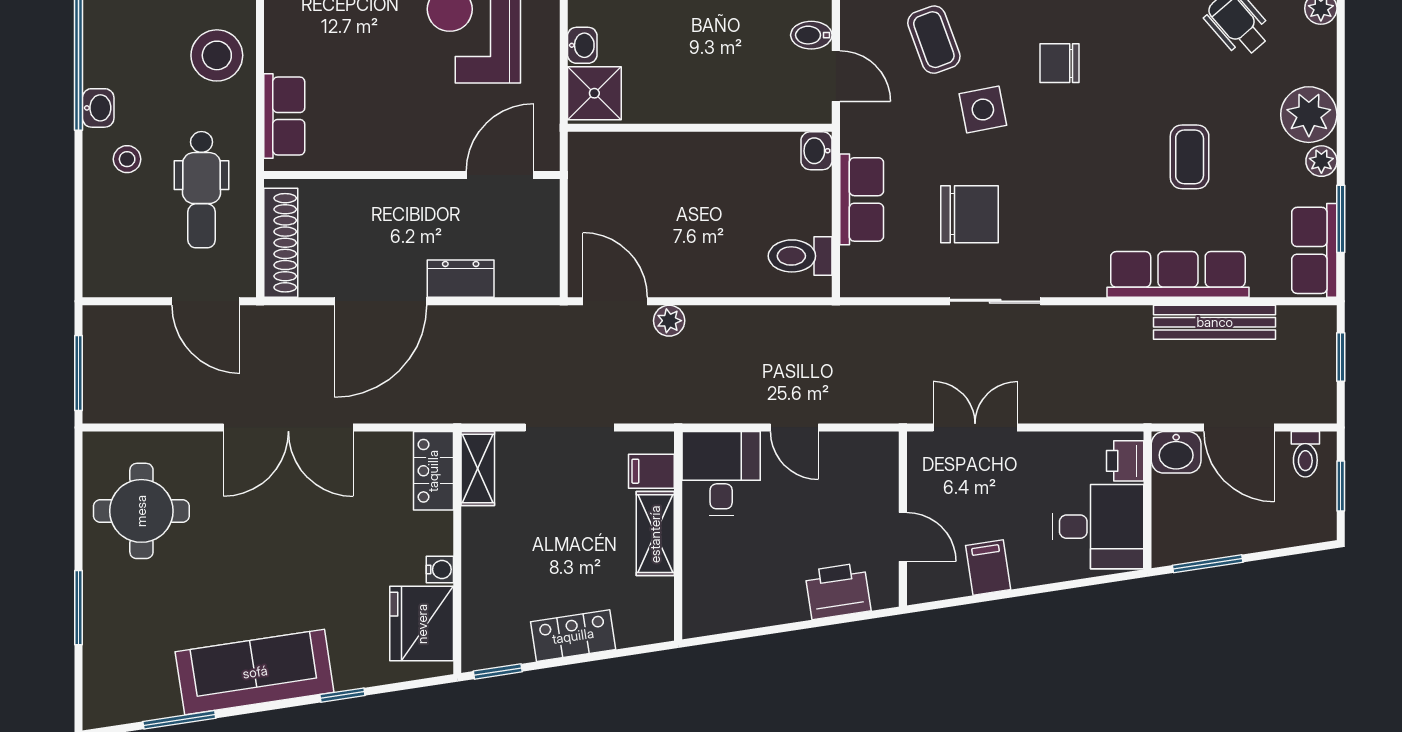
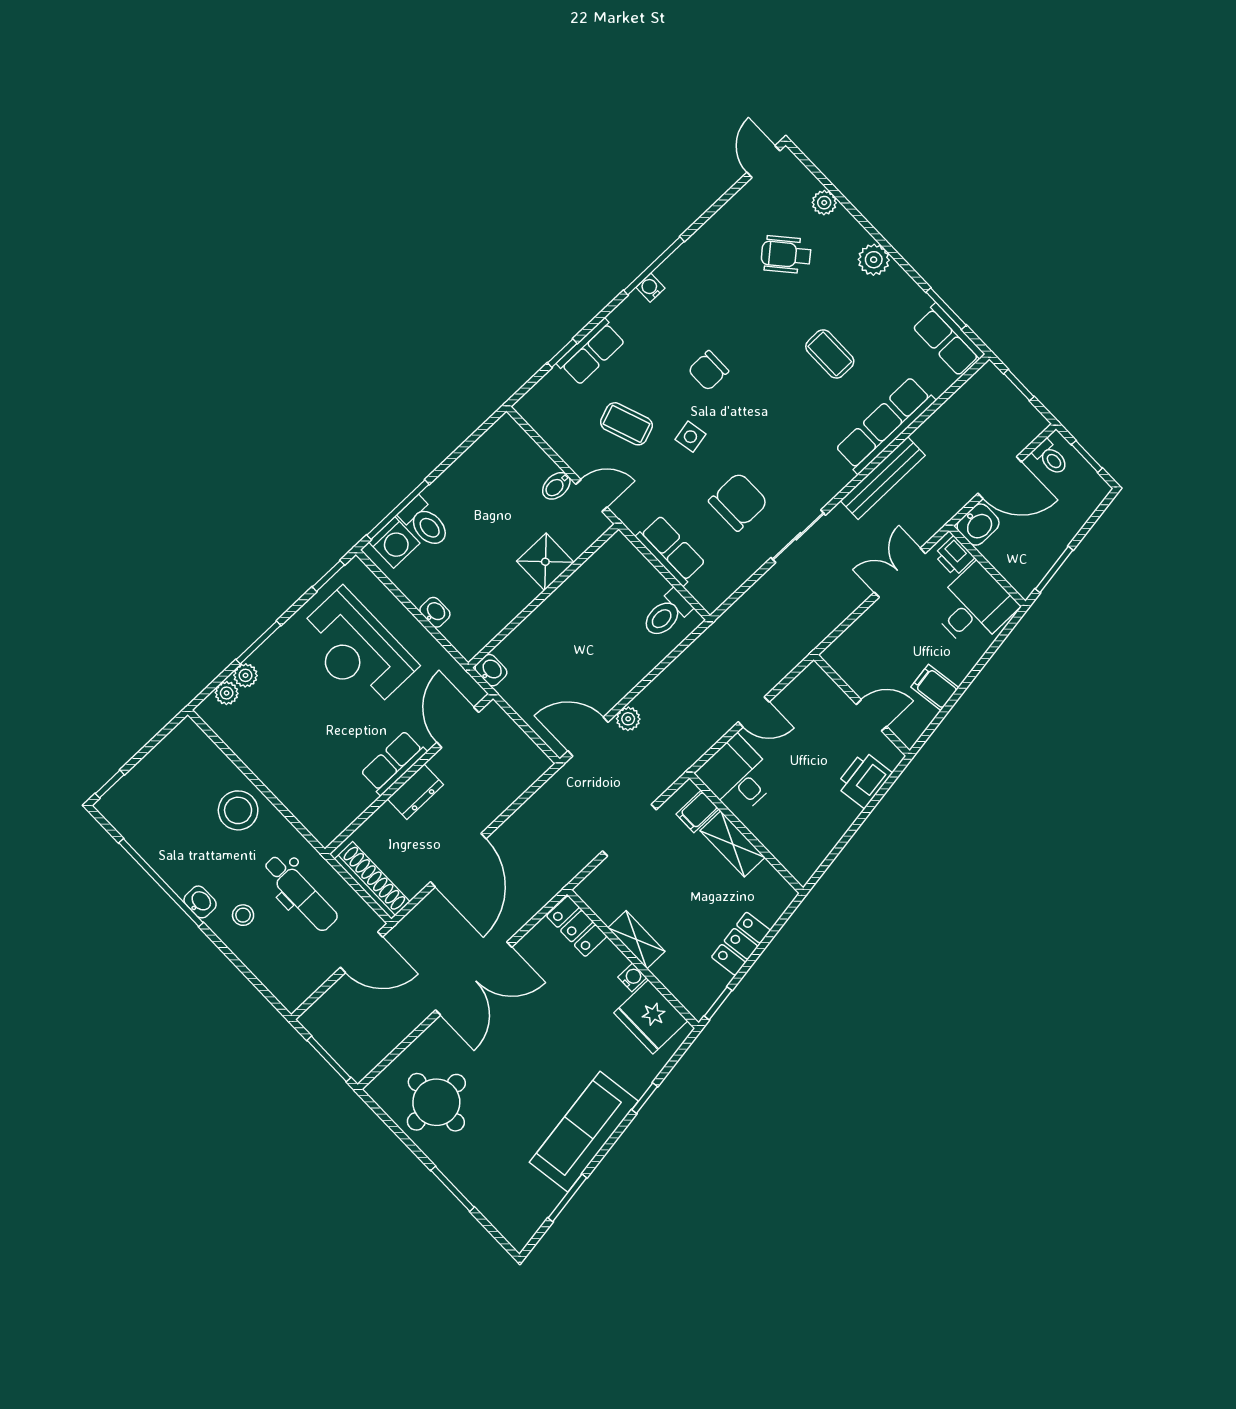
shower: (594, 93) -> (545, 562), moved
side table: (983, 110) -> (690, 437), width x0.73, depth x0.73
plant: (1309, 115) -> (874, 260), width x0.73, depth x0.73
row of seats: (284, 116) -> (394, 763), moved, turned -90
washbasin: (816, 151) -> (491, 670), moved, turned 180
plant: (1321, 161) -> (905, 287), removed
dresser: (461, 279) -> (415, 792), moved, turned 180
bench: (1215, 322) -> (883, 478), moved
double door: (975, 427) -> (900, 573), moved
shelving: (478, 468) -> (636, 940), moved

